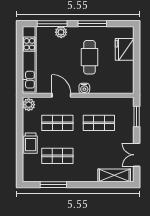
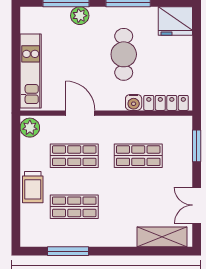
fridge: (125, 49) -> (175, 21), moved, turned -90
kitchen unit: (29, 59) -> (31, 71), width x0.73
water cooler: (84, 88) -> (134, 102), moved
locker: (117, 89) -> (166, 103), added

